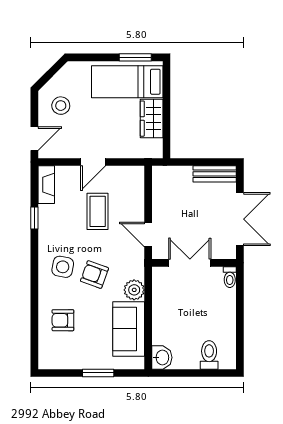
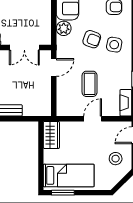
wardrobe: (152, 119) -> (51, 135), moved
door: (148, 235) -> (54, 67), hinge flipped

